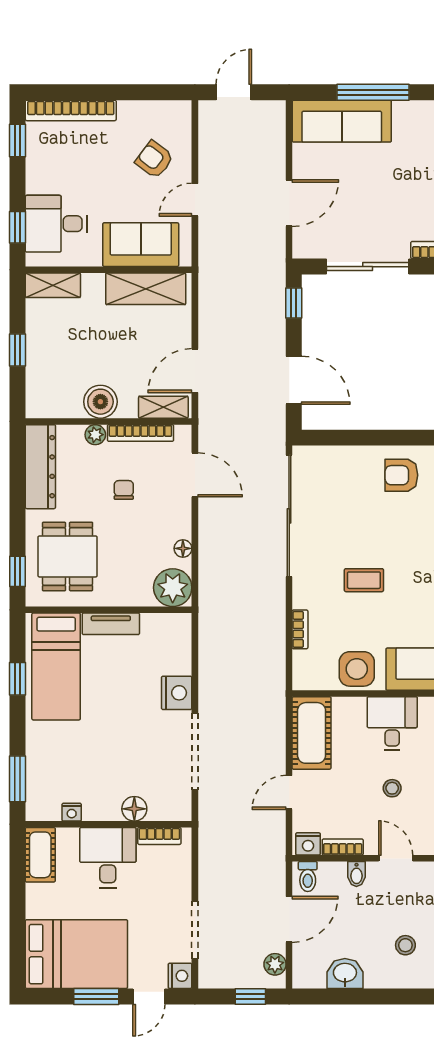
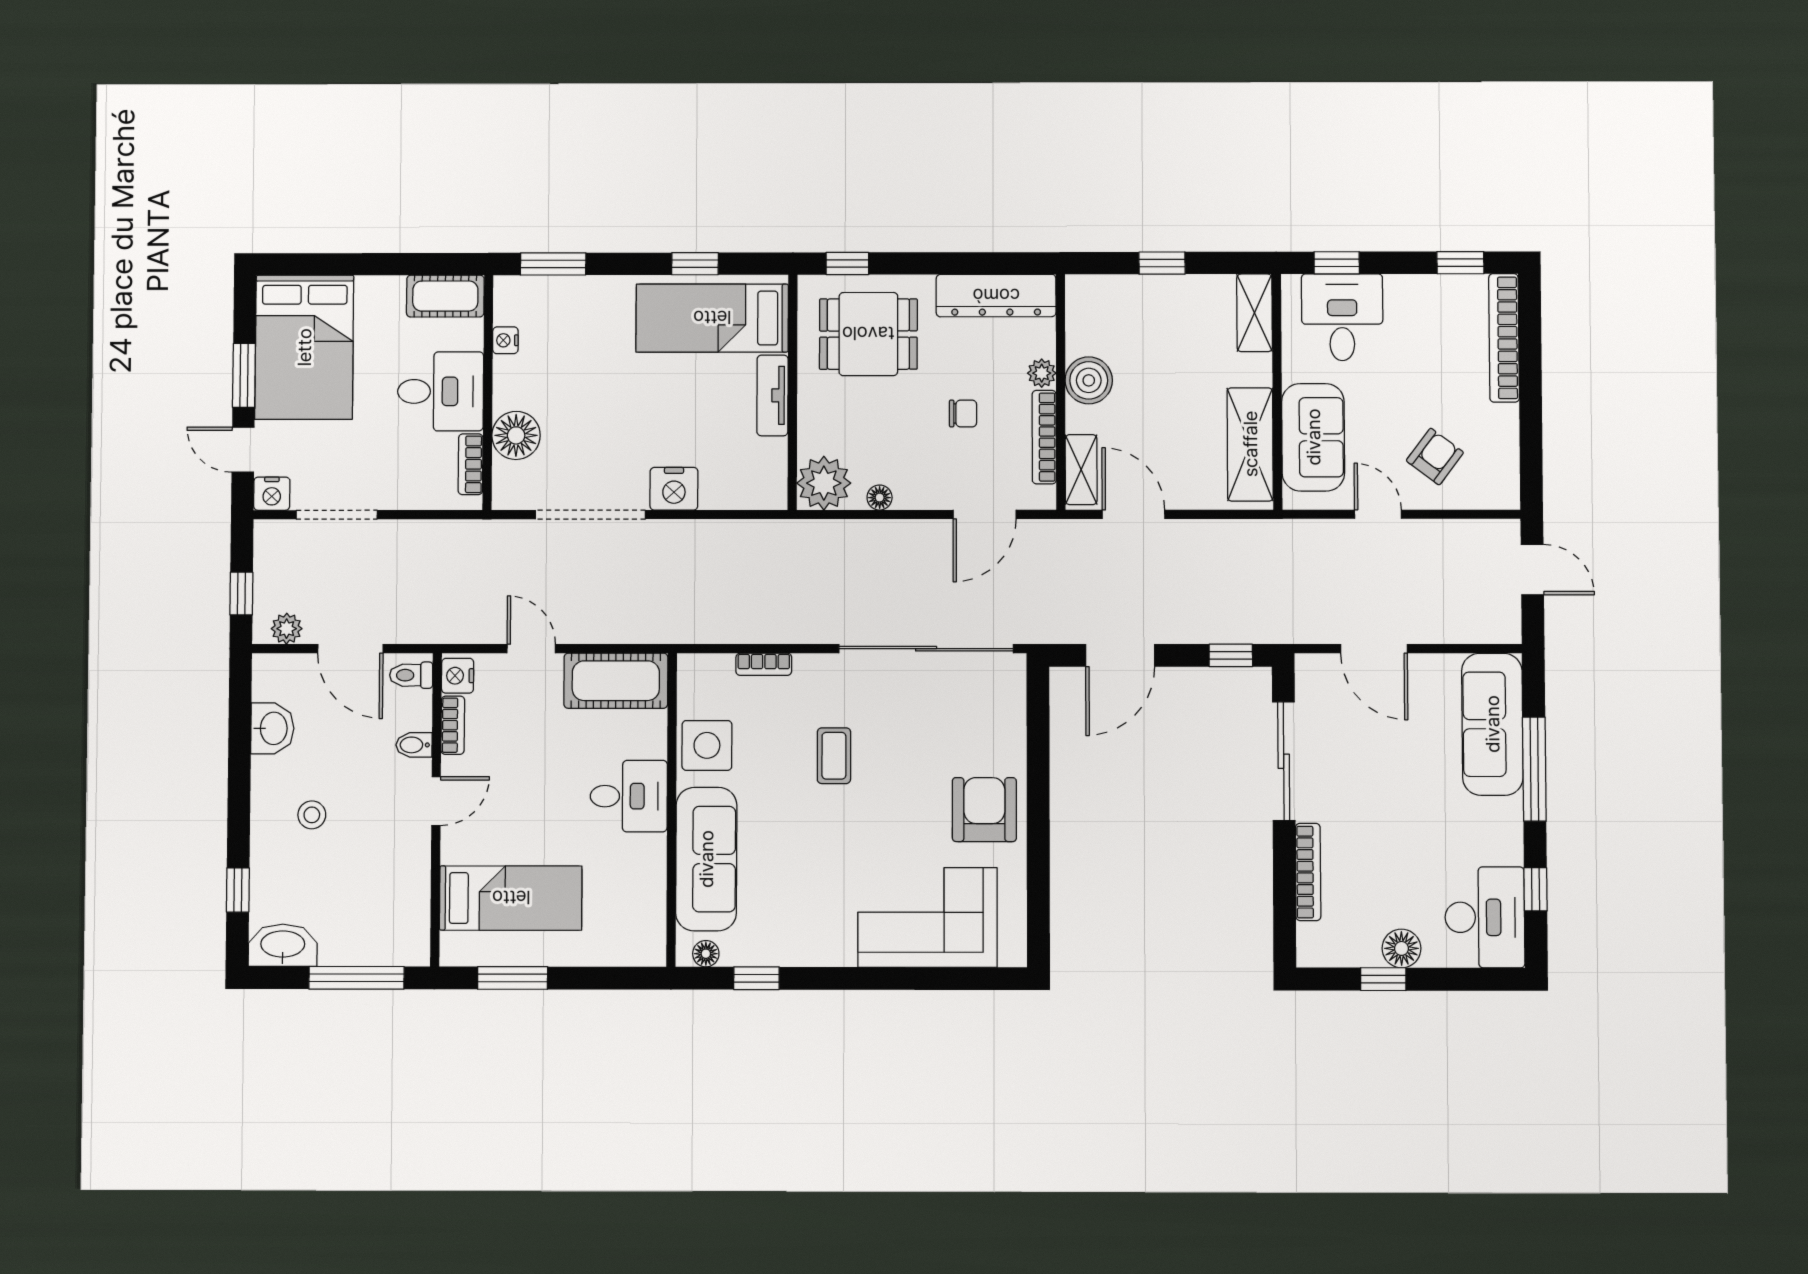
armchair: (401, 475) -> (984, 810), width x1.38, depth x1.38
stool: (392, 788) -> (536, 796), removed
floor lamp: (134, 809) -> (516, 435), width x1.38, depth x1.38

